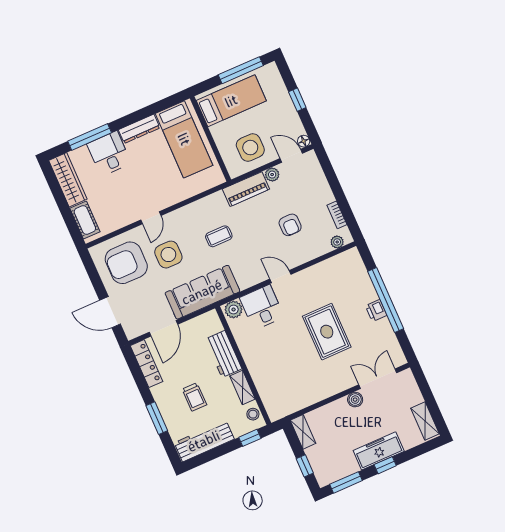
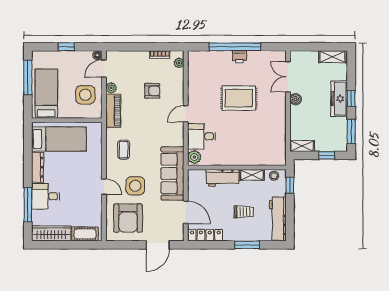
coffee table: (219, 236) -> (124, 150), moved

